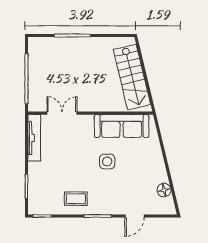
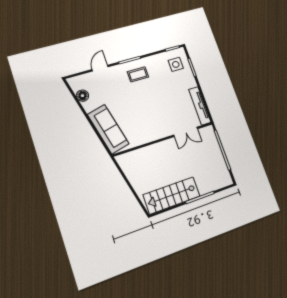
stairs: (132, 77) -> (172, 195), moved, turned -77
sofa: (122, 126) -> (108, 129), moved, turned 77
side table: (107, 161) -> (176, 64), moved
coffee table: (76, 199) -> (138, 74), moved

